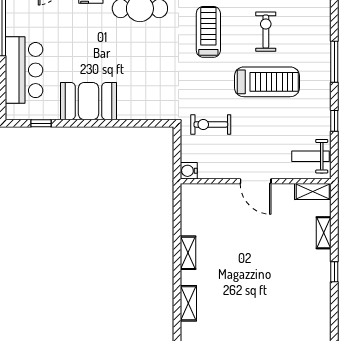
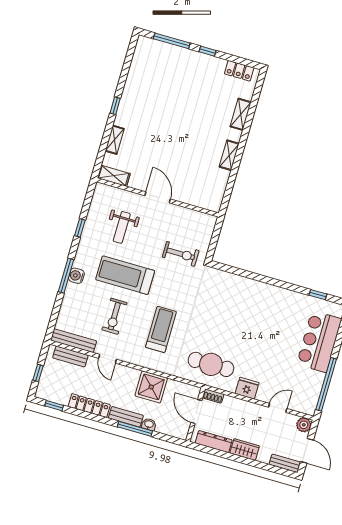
treadmill: (208, 32) -> (161, 329), turned 180
booth: (88, 101) -> (274, 301), removed
weight bench: (311, 156) -> (122, 227), moved, turned 90
water cooler: (189, 171) -> (76, 276), moved, turned 180

